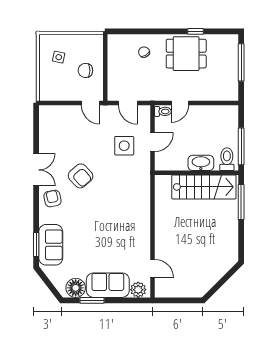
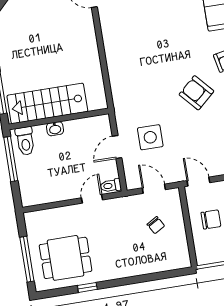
chair: (144, 52) -> (156, 225), moved
dining table: (186, 54) -> (66, 258), moved
washbasin: (201, 163) -> (55, 129), width x0.52, depth x0.69

